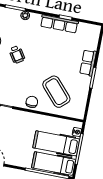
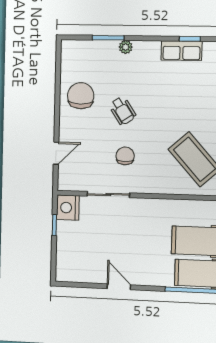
row of seats: (59, 24) -> (181, 51), width x0.68
chair: (32, 102) -> (125, 156), moved

